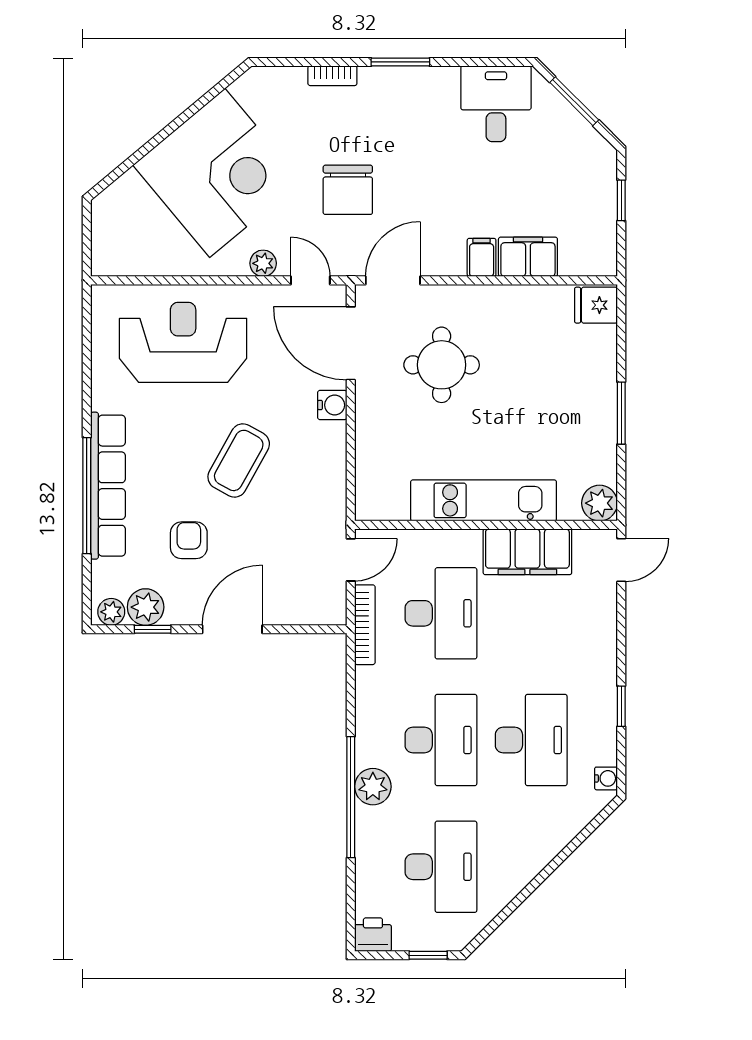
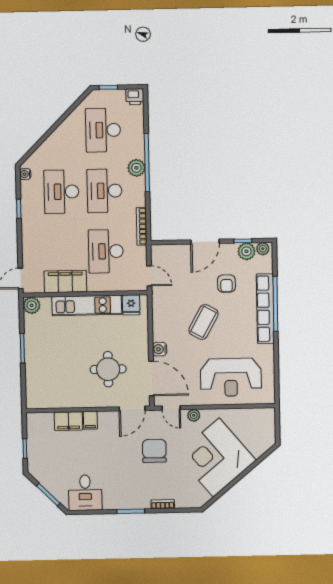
fridge: (596, 305) -> (131, 305), moved, turned 90
door: (351, 560) -> (149, 276), swing flipped
bookcase: (365, 625) -> (142, 226), moved

